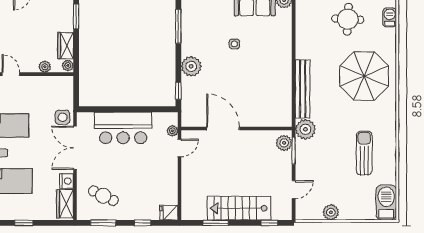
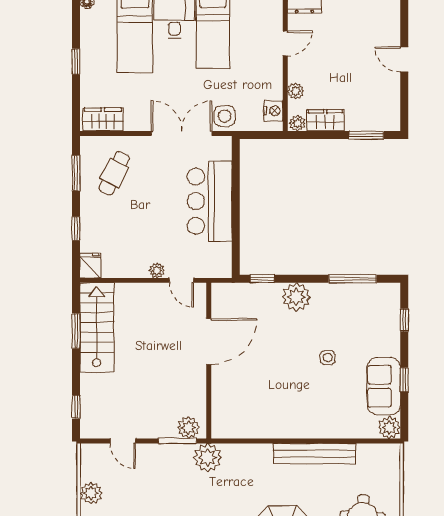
bench: (303, 89) -> (314, 454), moved
plant: (172, 131) -> (157, 270), moved
nightstand: (67, 181) -> (273, 111), moved, turned -90
stairs: (239, 208) -> (97, 327), moved

